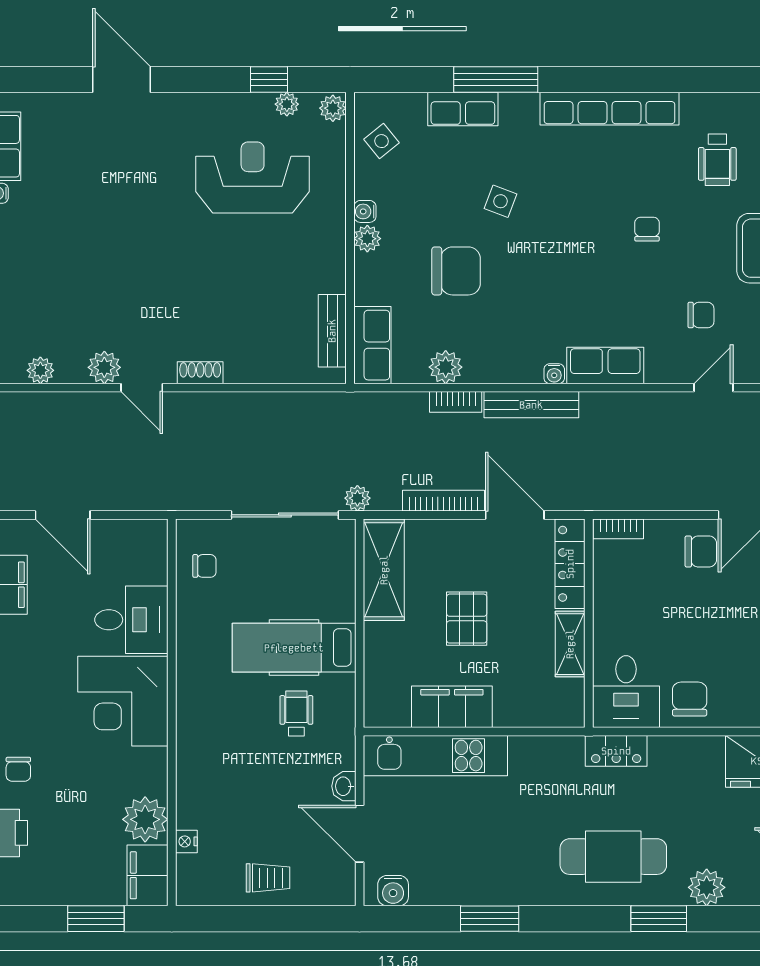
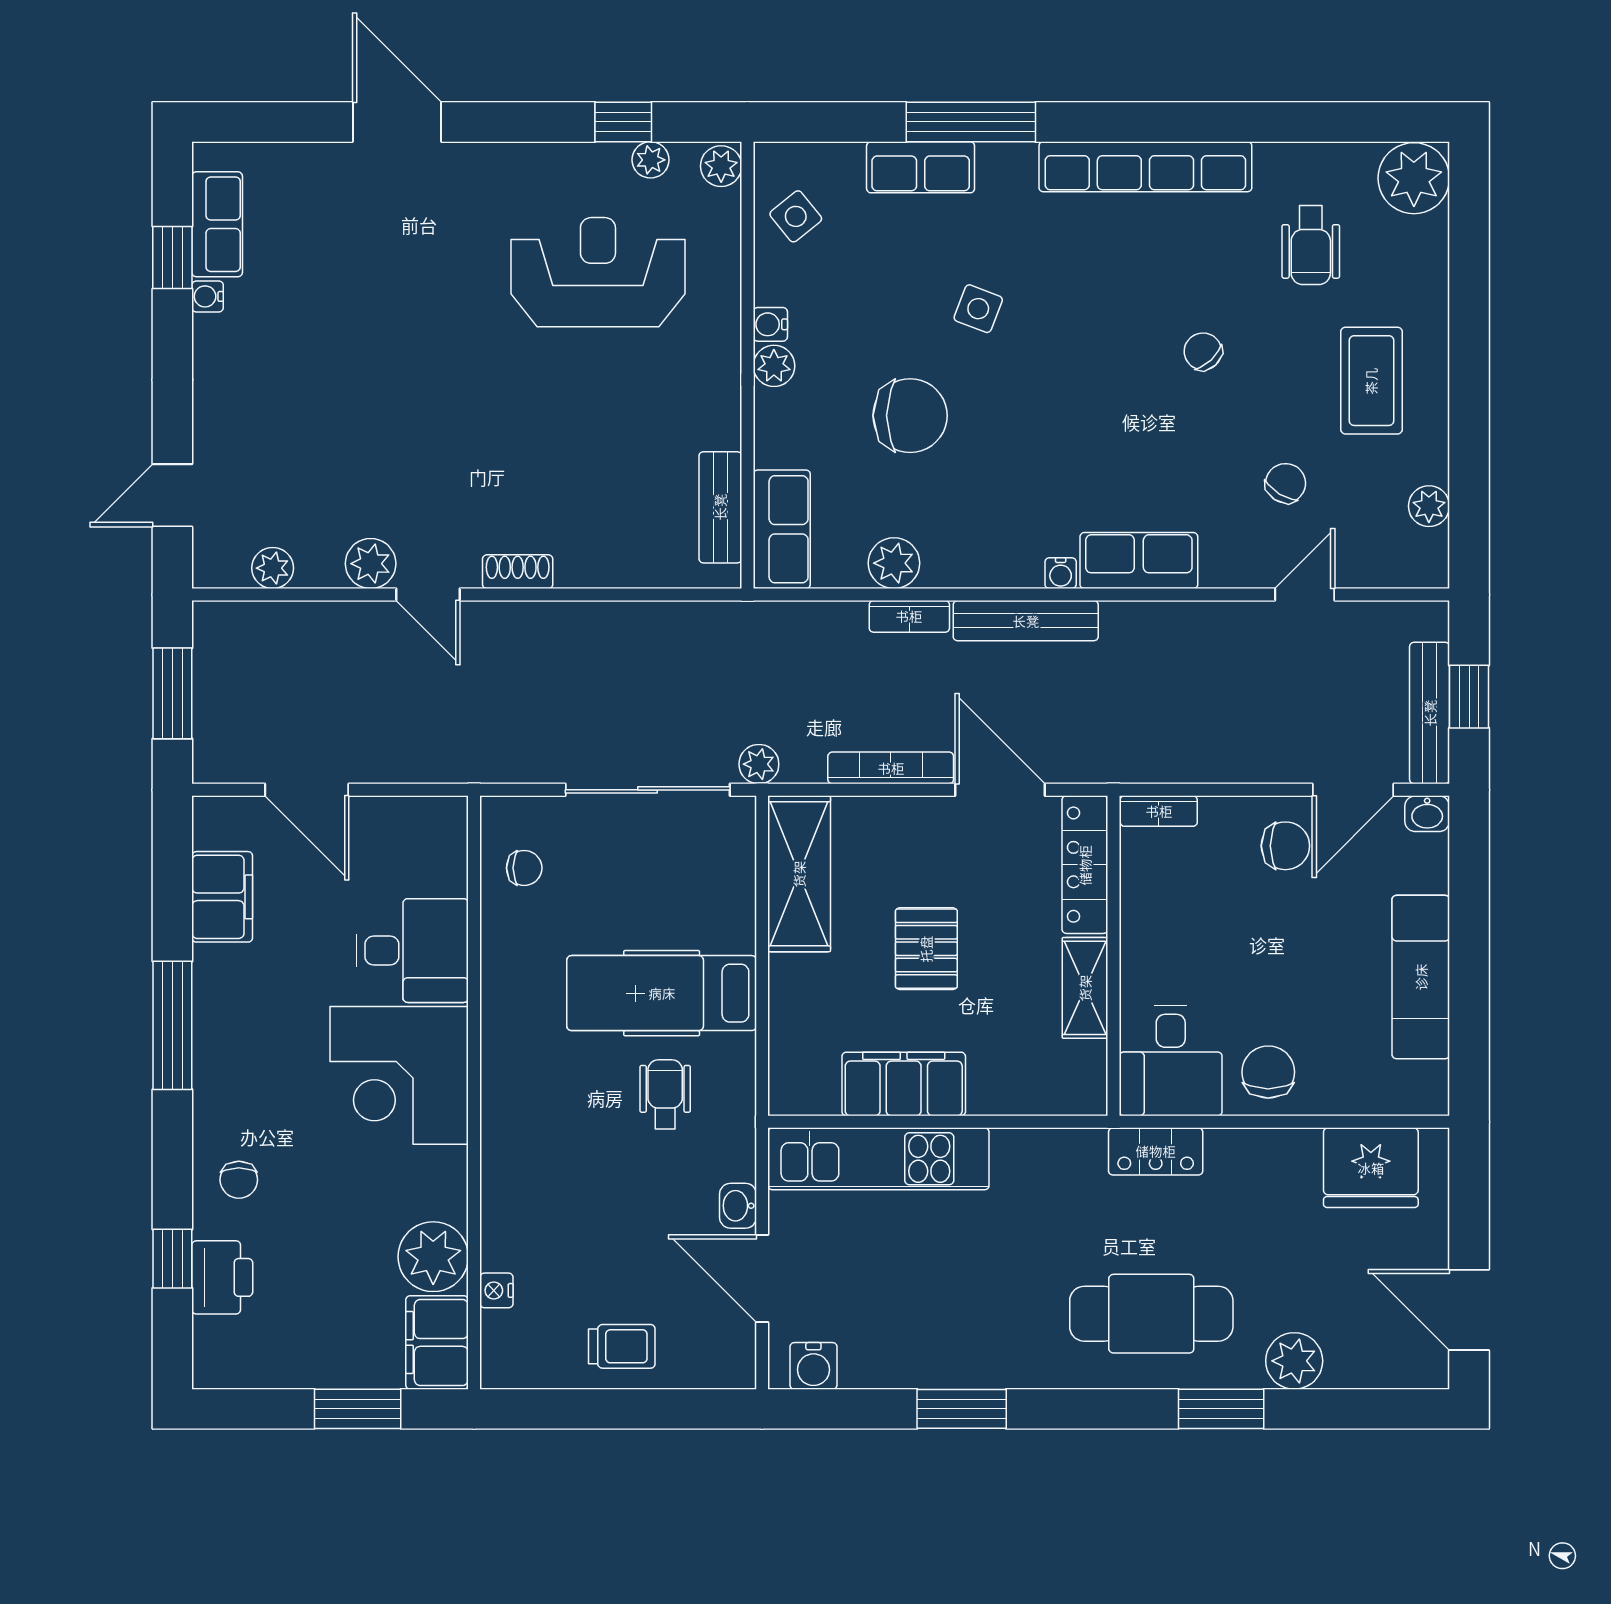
chair: (647, 229) -> (1203, 351), turned -43
chair: (701, 315) -> (1286, 483), turned -58

